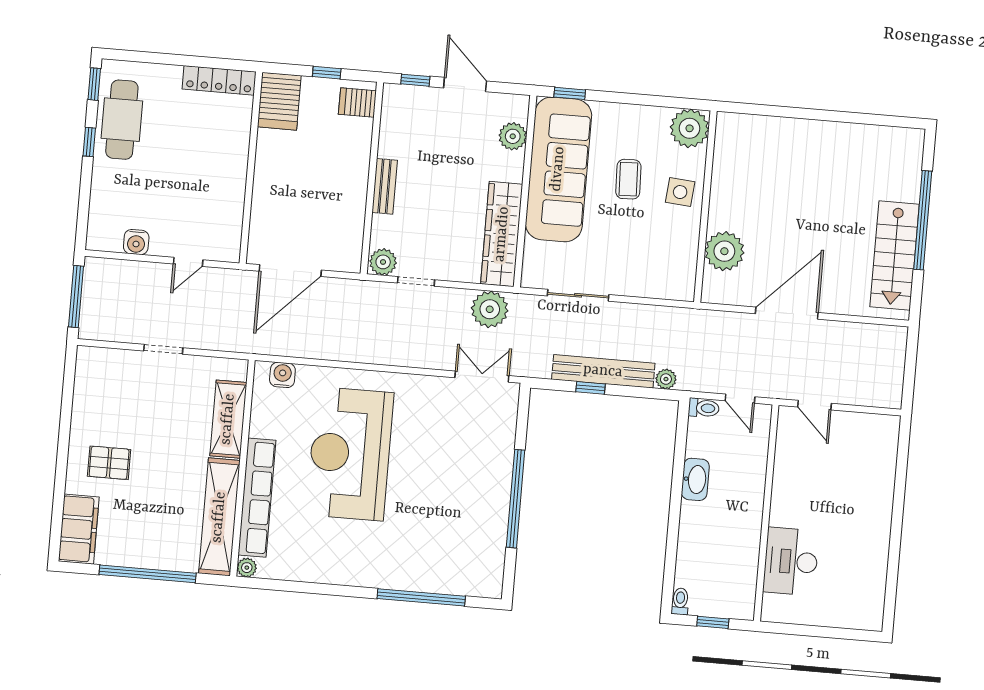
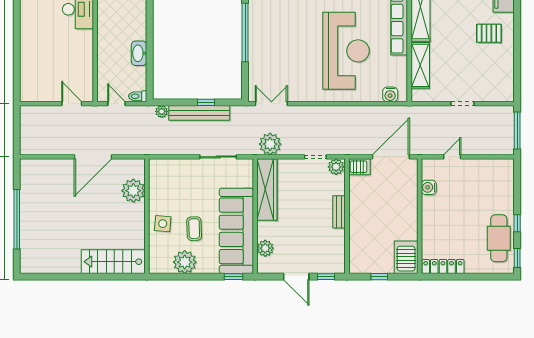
server rack: (357, 103) -> (359, 167), moved
plant: (690, 128) -> (185, 262), moved
water cooler: (136, 242) -> (429, 187), moved, turned -90
stairs: (895, 256) -> (113, 262), moved, turned -90
double door: (482, 377) -> (271, 104), swing flipped

